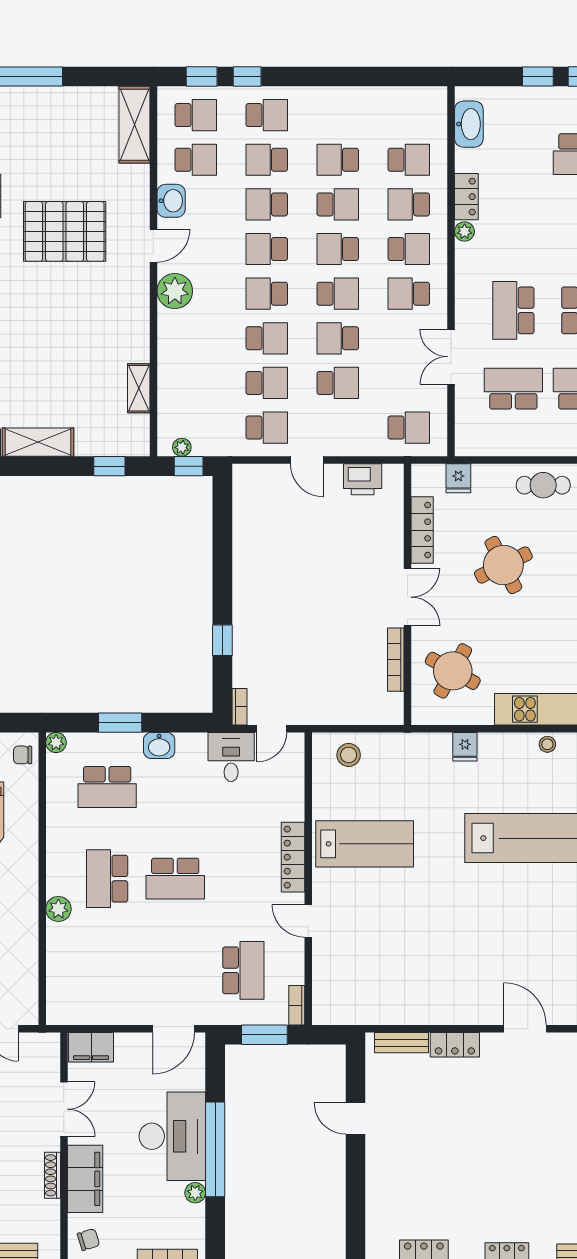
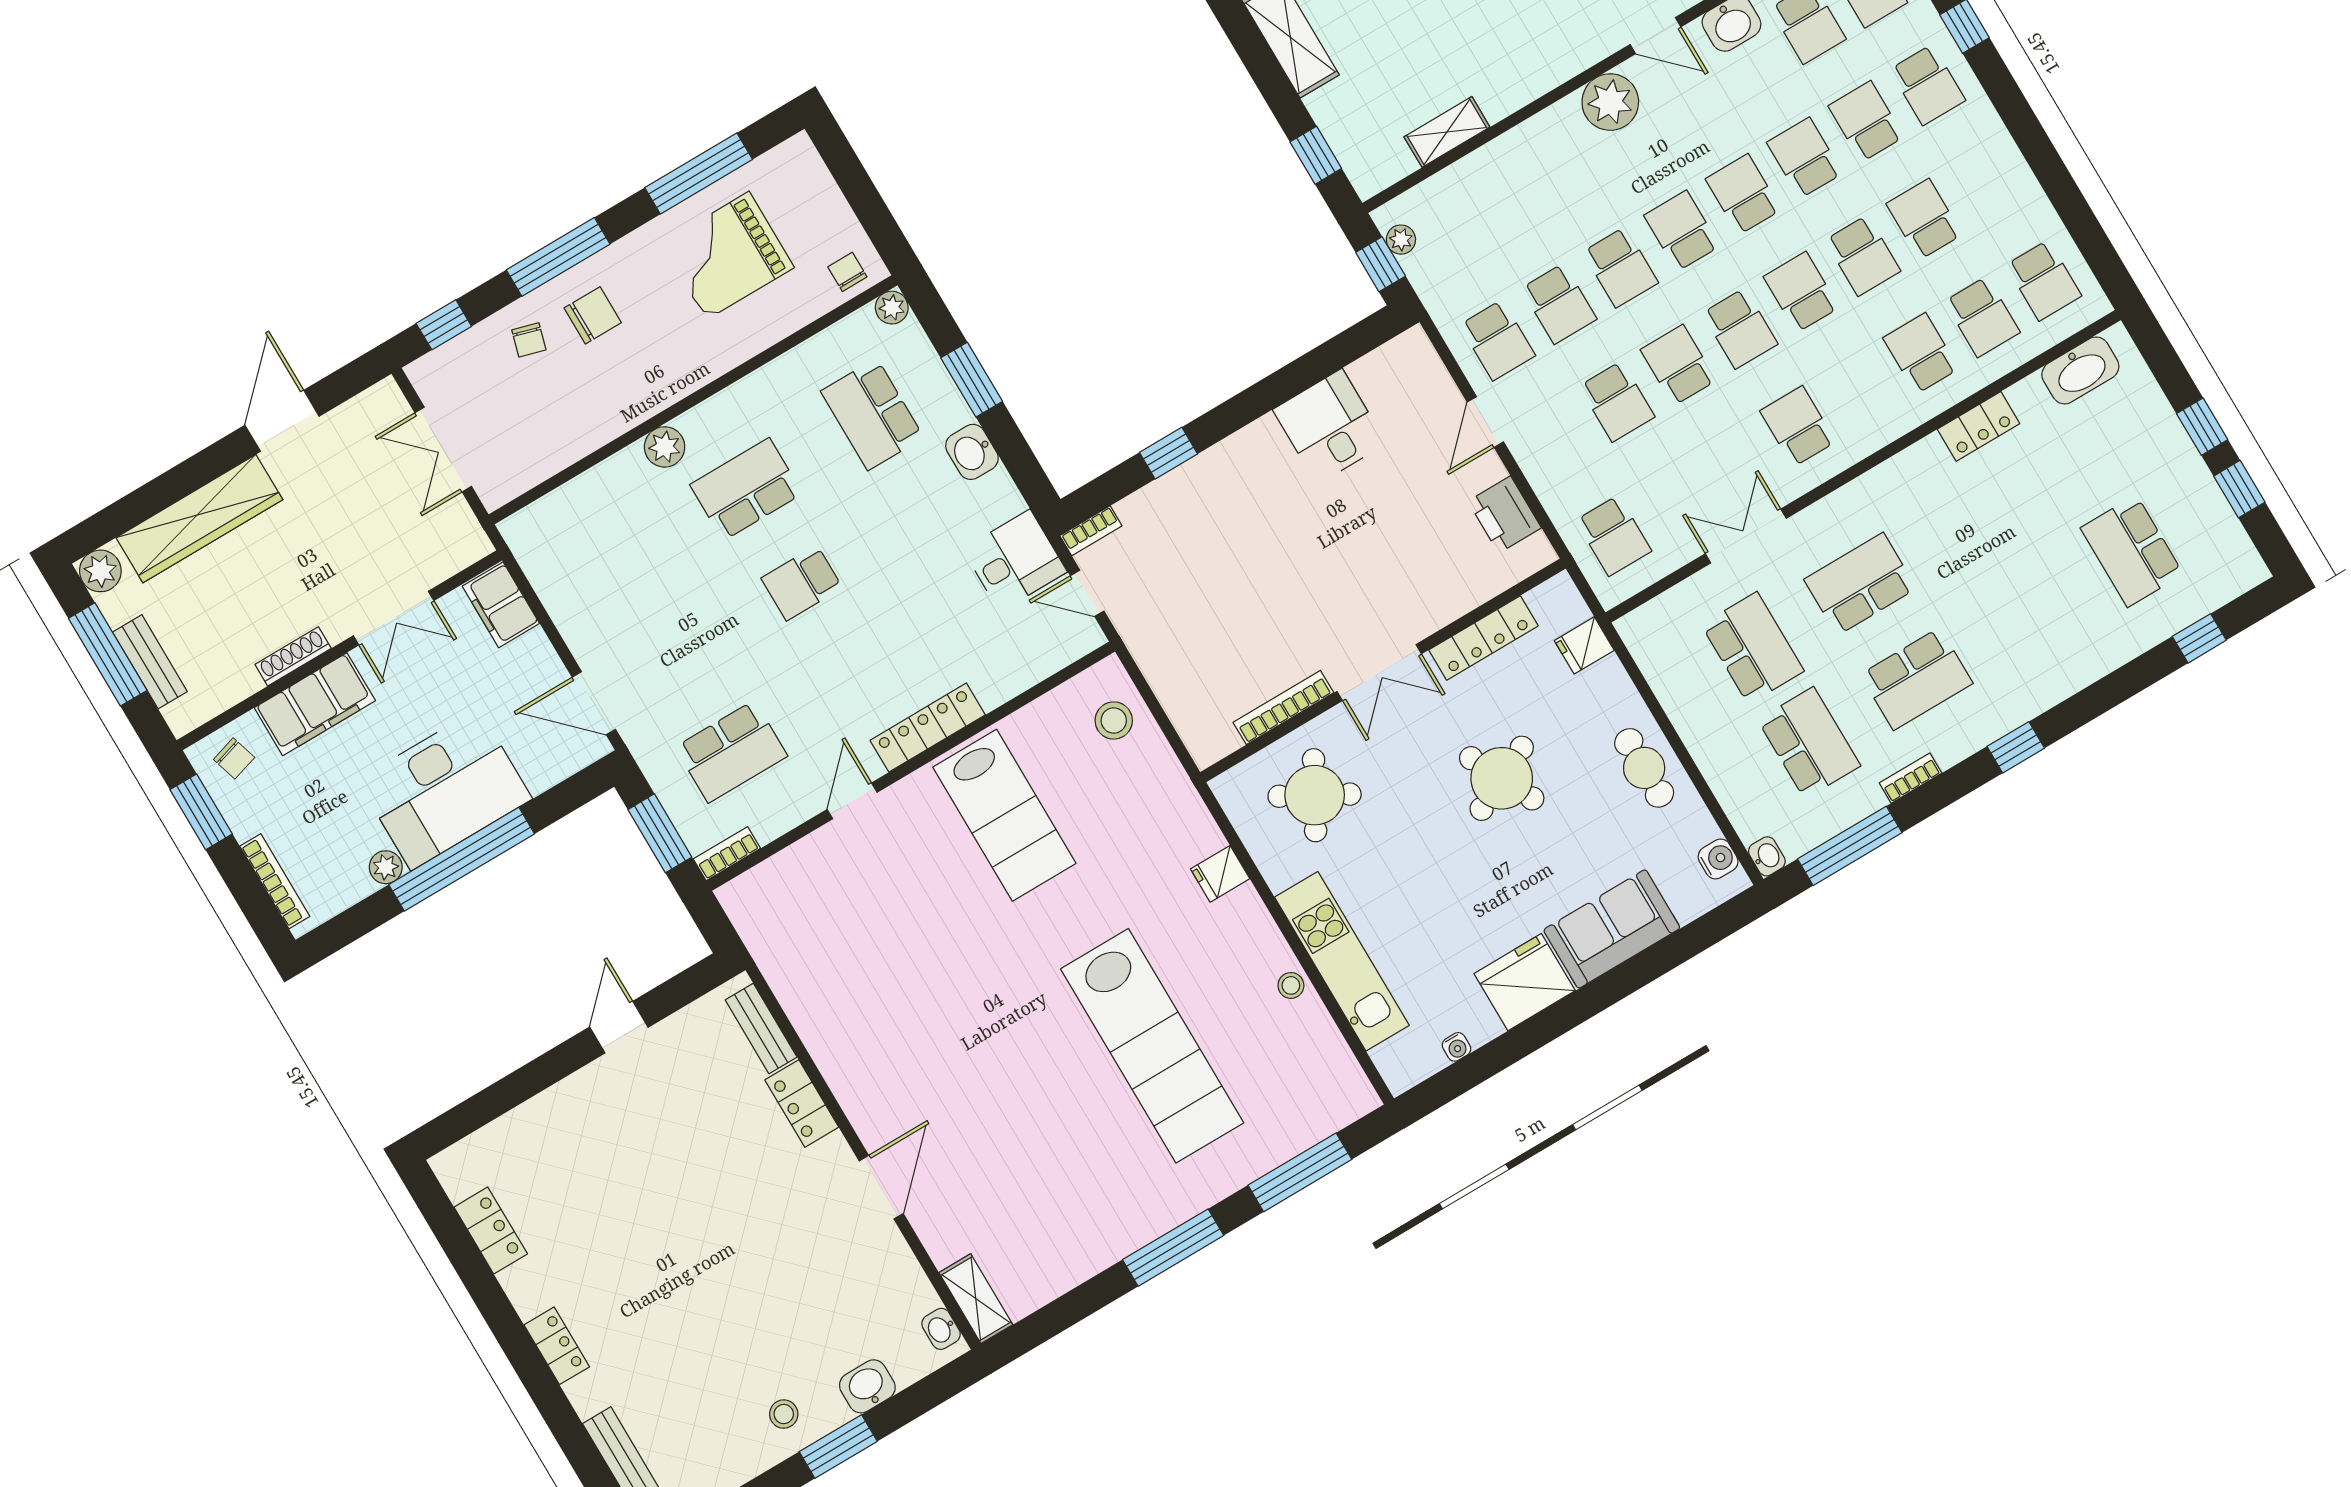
plant: (465, 232) -> (1929, 452), removed
school desk: (409, 249) -> (2044, 280), moved
desk: (260, 545) -> (1330, 427), added
school desk: (175, 879) -> (802, 583), width x0.54

